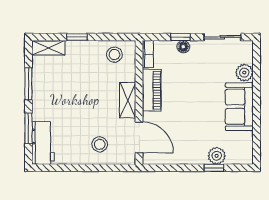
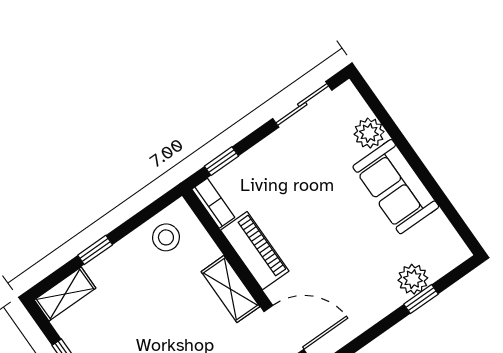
window: (181, 37) -> (221, 161), moved
floor lamp: (183, 47) -> (256, 157), removed

